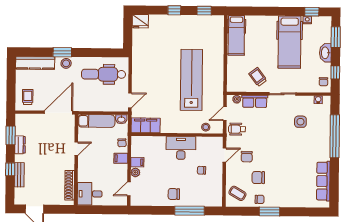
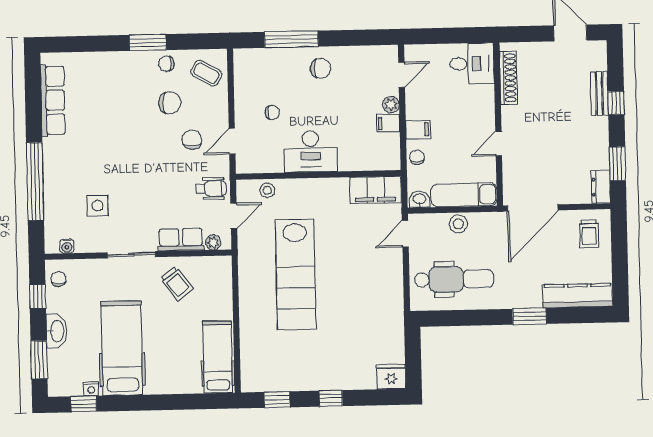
stool: (66, 63) -> (458, 224), moved
dresser: (20, 145) -> (601, 187), moved

